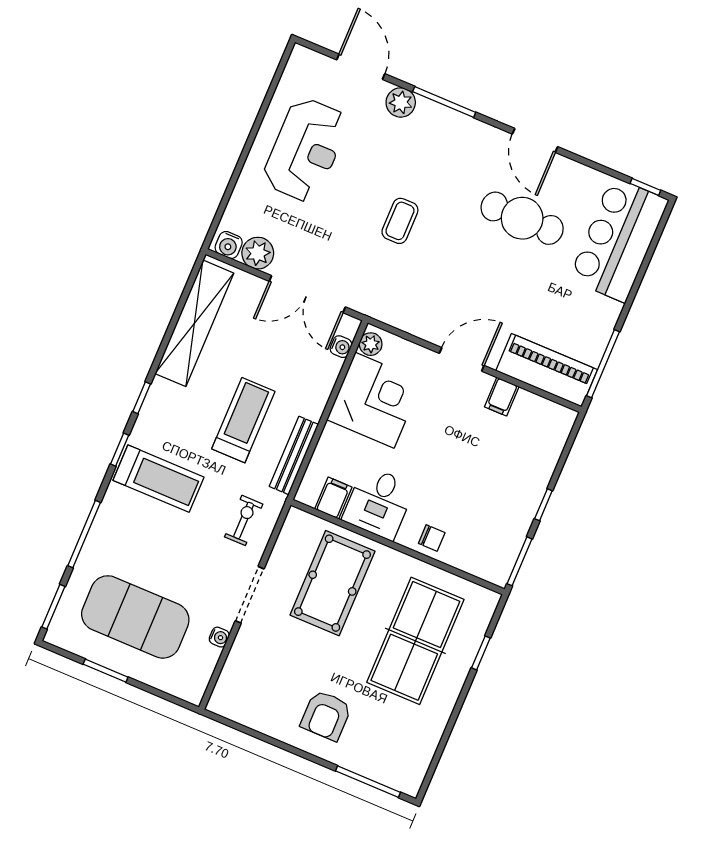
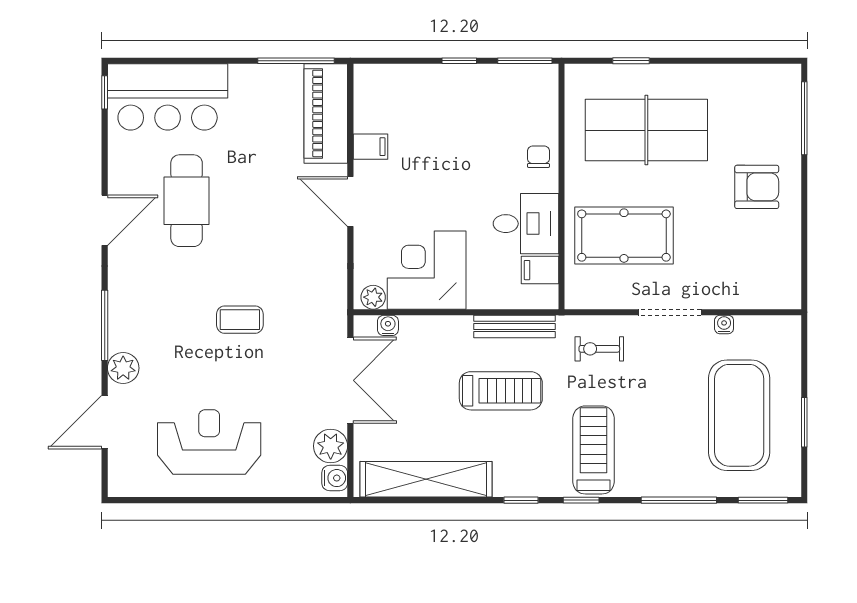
treadmill: (243, 420) -> (501, 391), turned 180

